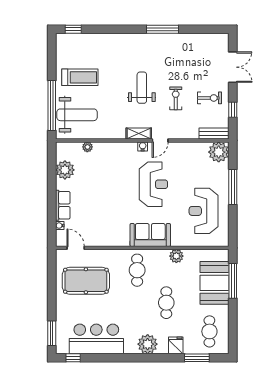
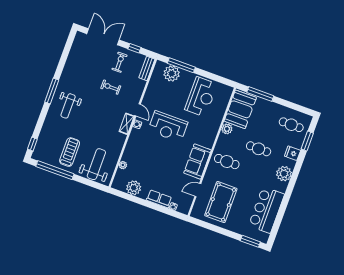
window: (162, 29) -> (52, 91), moved
double door: (233, 67) -> (103, 37), width x1.37
weight bench: (142, 88) -> (68, 106), moved, turned -90
window: (52, 105) -> (55, 170), moved
plant: (219, 152) -> (172, 74), moved
reception desk: (153, 184) -> (168, 127), turned 180
window: (233, 187) -> (181, 65), moved
reception desk: (204, 211) -> (201, 97), turned -90
sofa: (150, 235) -> (197, 162), moved
door: (76, 248) -> (198, 190), moved
booth: (215, 283) -> (240, 109), moved, turned 90
window: (73, 358) -> (274, 232), removed

